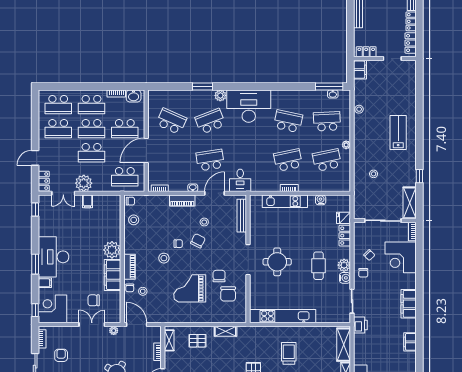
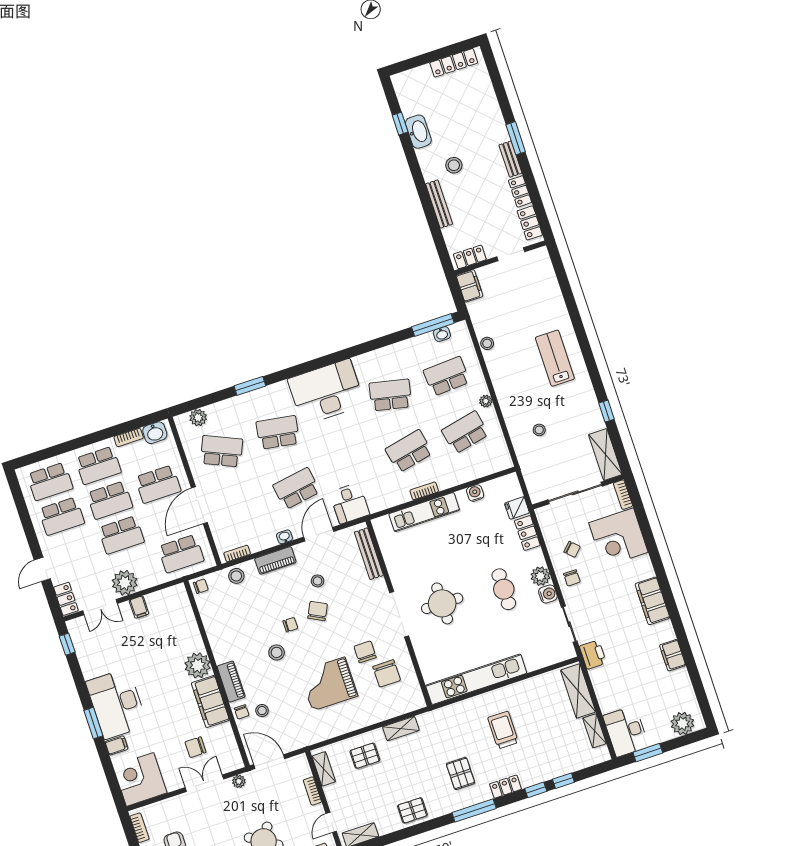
plant: (220, 95) -> (198, 418), moved
school desk: (210, 121) -> (278, 432), turned 30
stool: (134, 220) -> (236, 576), moved
window: (35, 310) -> (116, 789), removed

